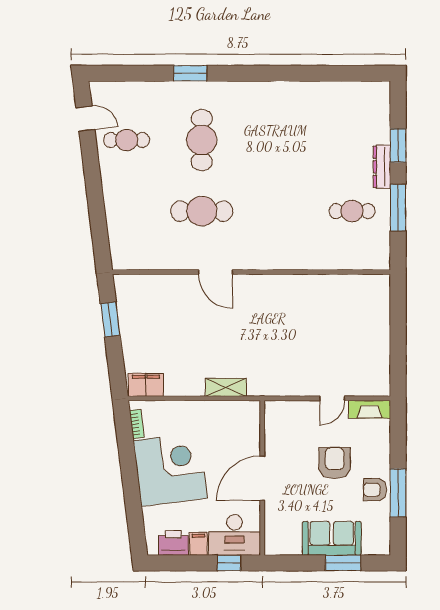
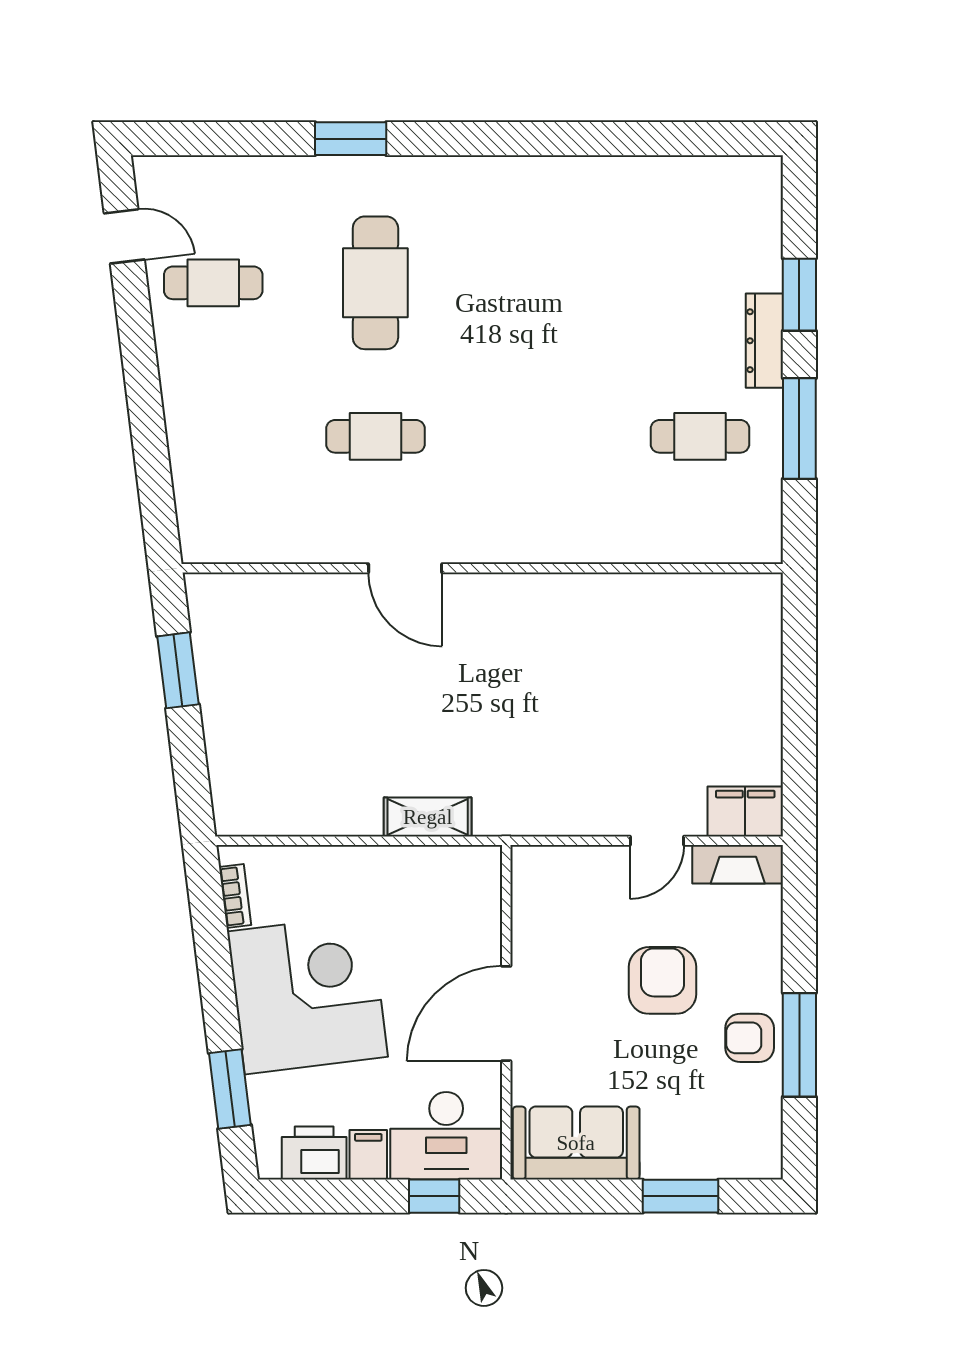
cafe table: (202, 211) -> (375, 436), width x0.73, depth x0.74
filing cabinet: (146, 385) -> (745, 812), moved
window: (134, 513) -> (230, 1089), added
sofa: (332, 538) -> (576, 1143), moved

